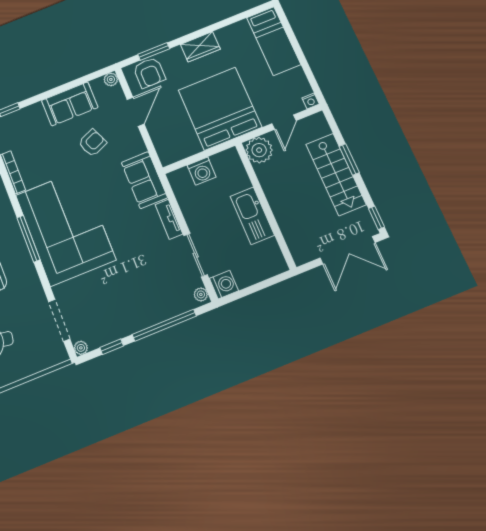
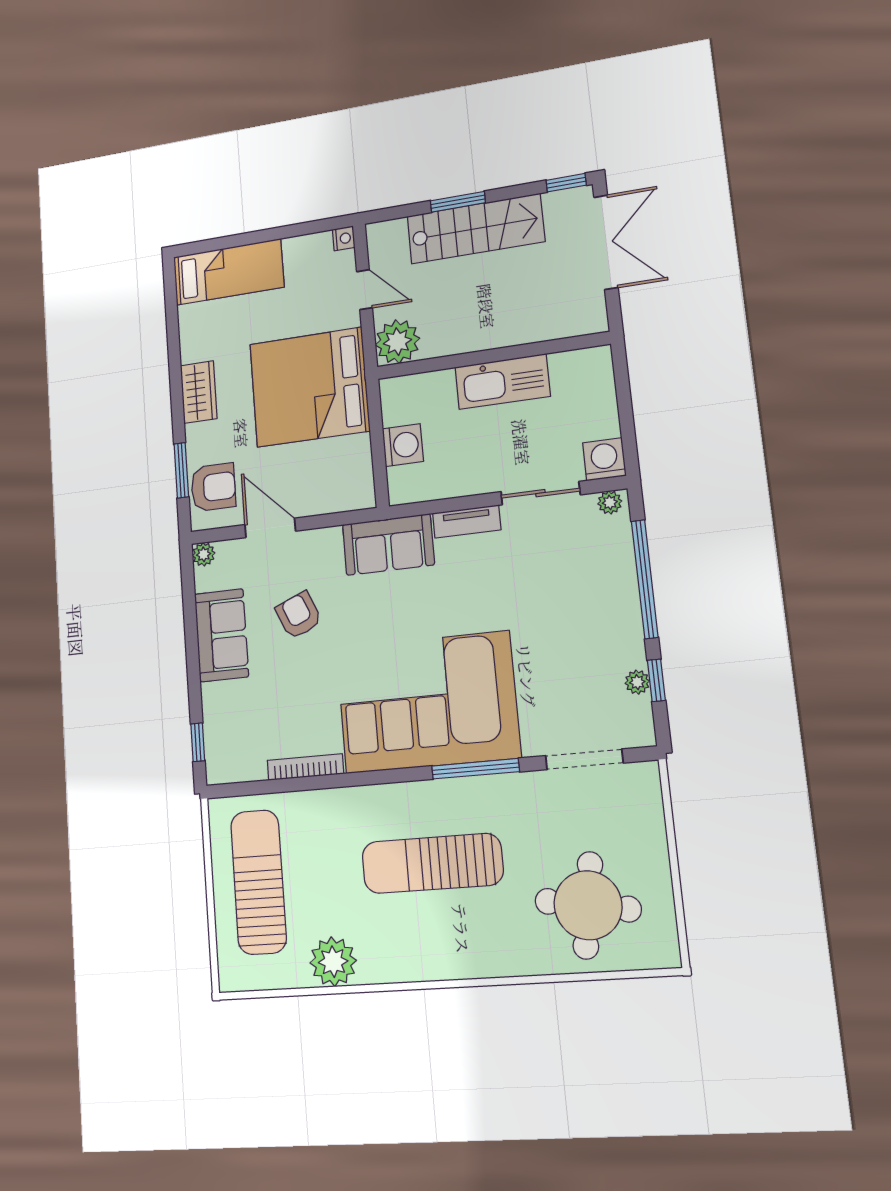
window: (28, 239) -> (475, 769), moved
plant: (81, 348) -> (637, 682), moved

